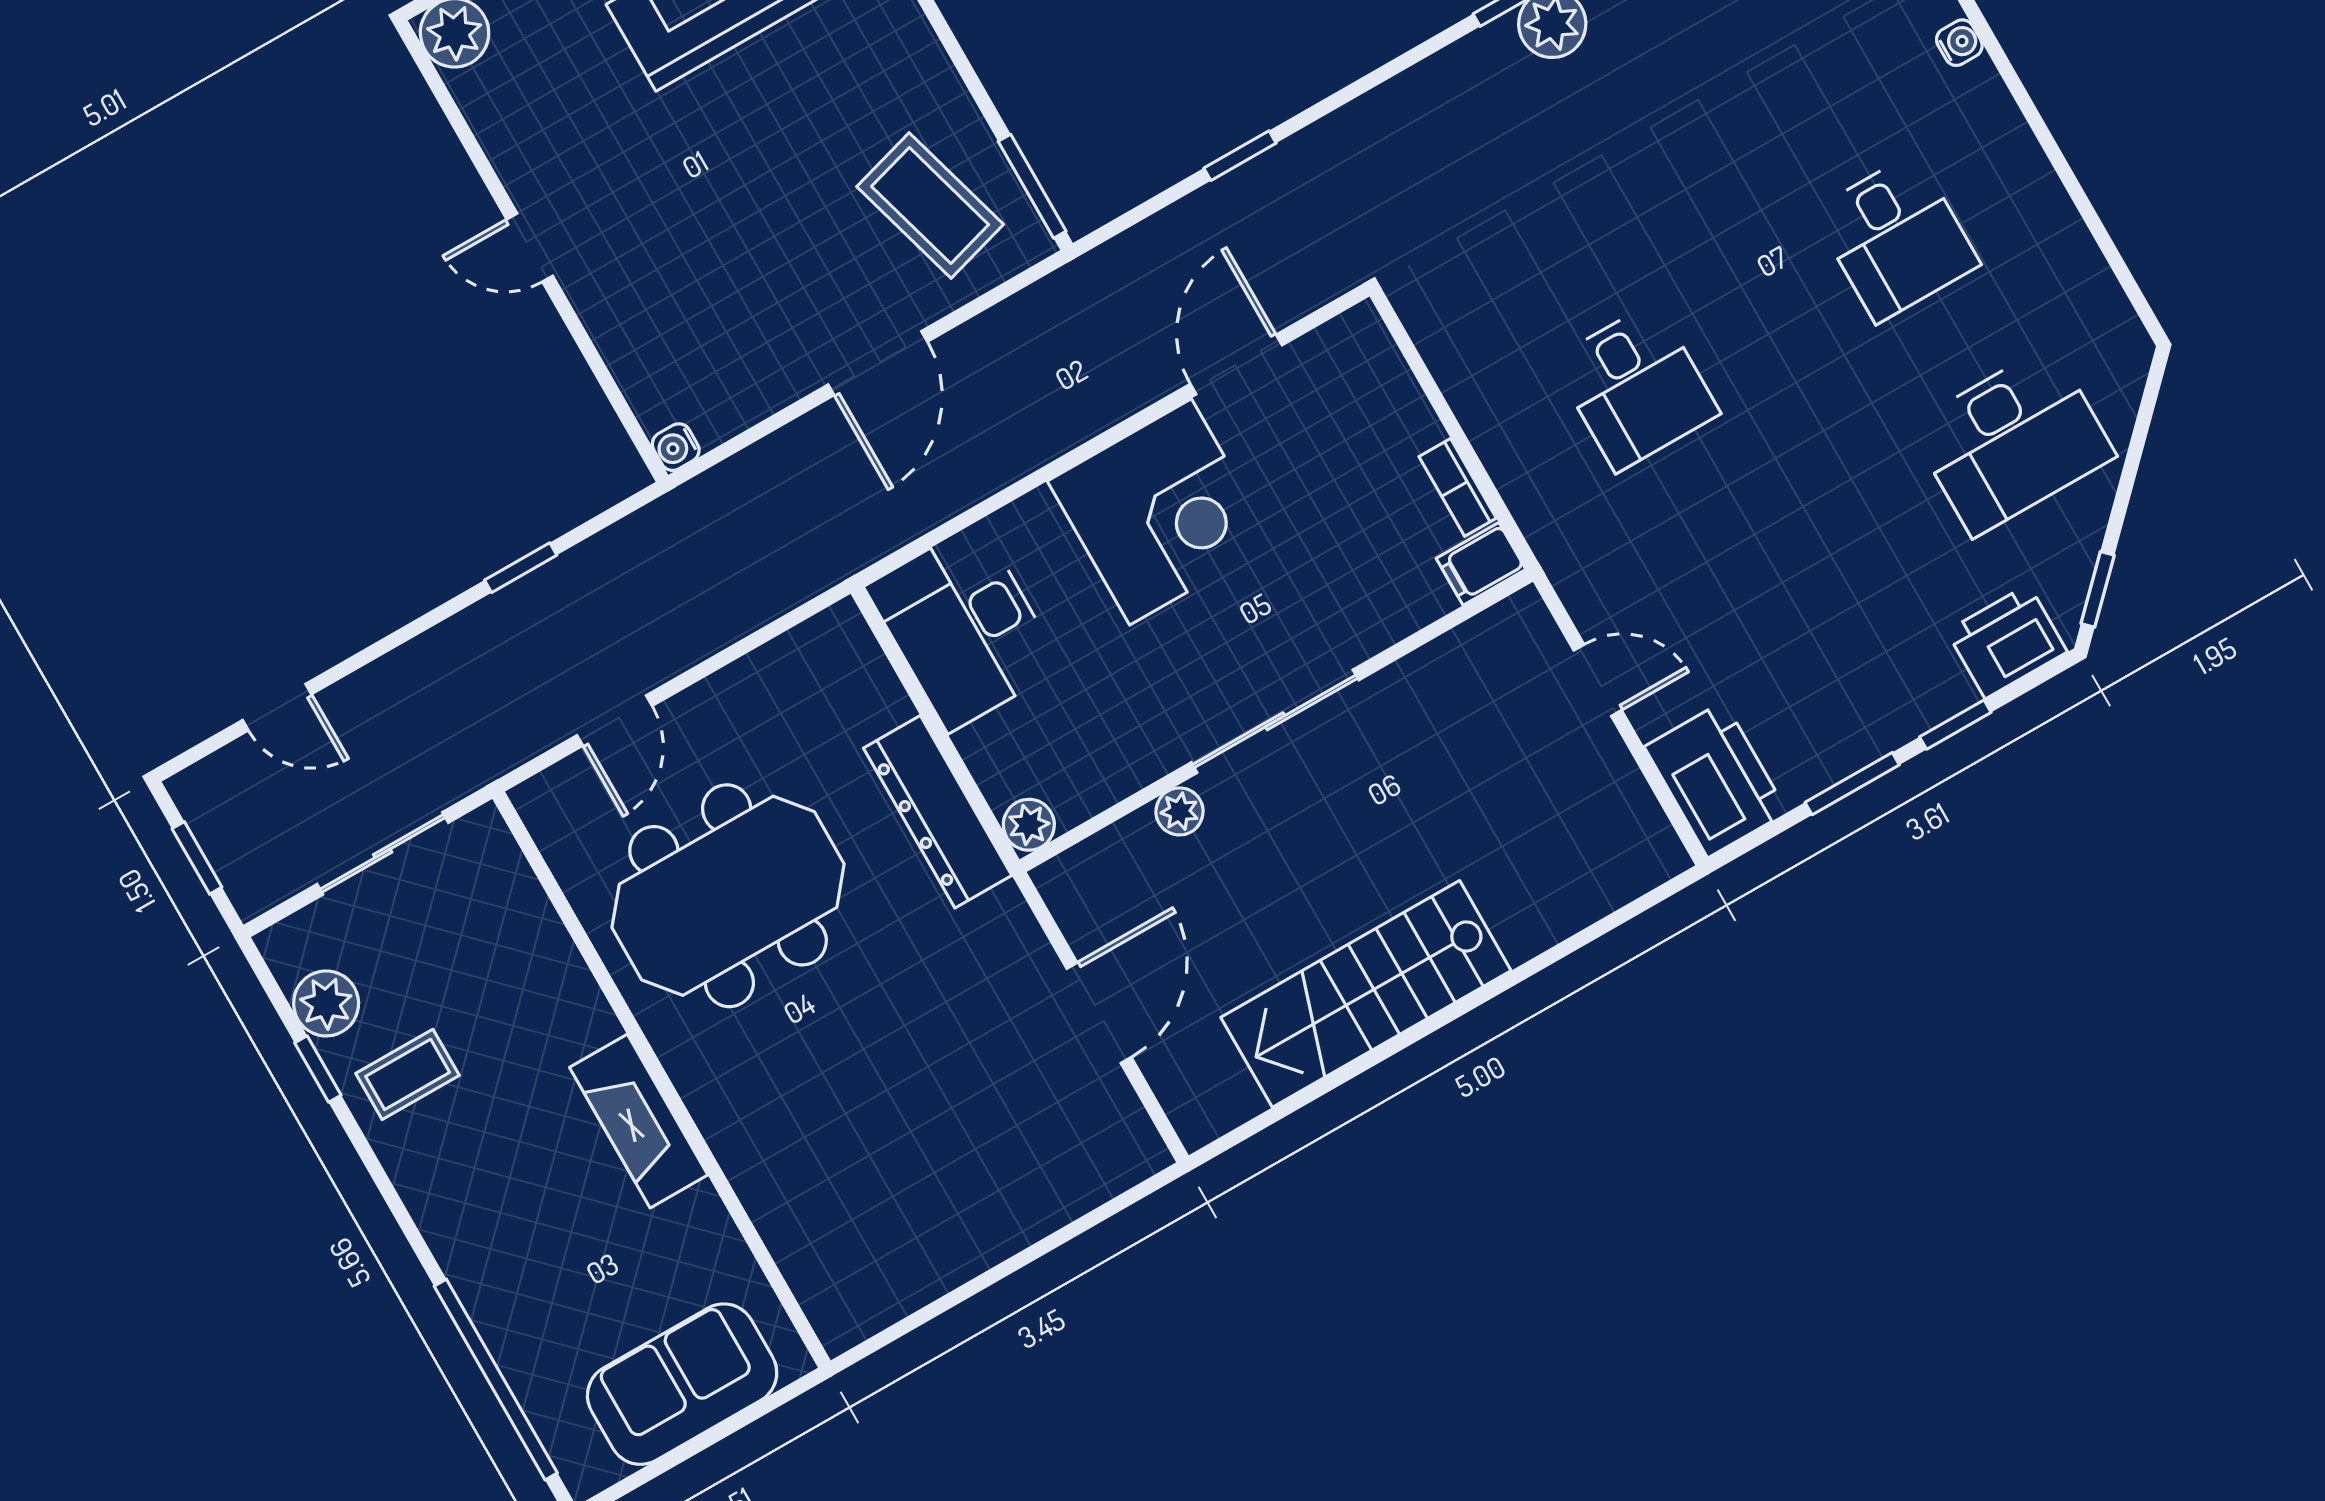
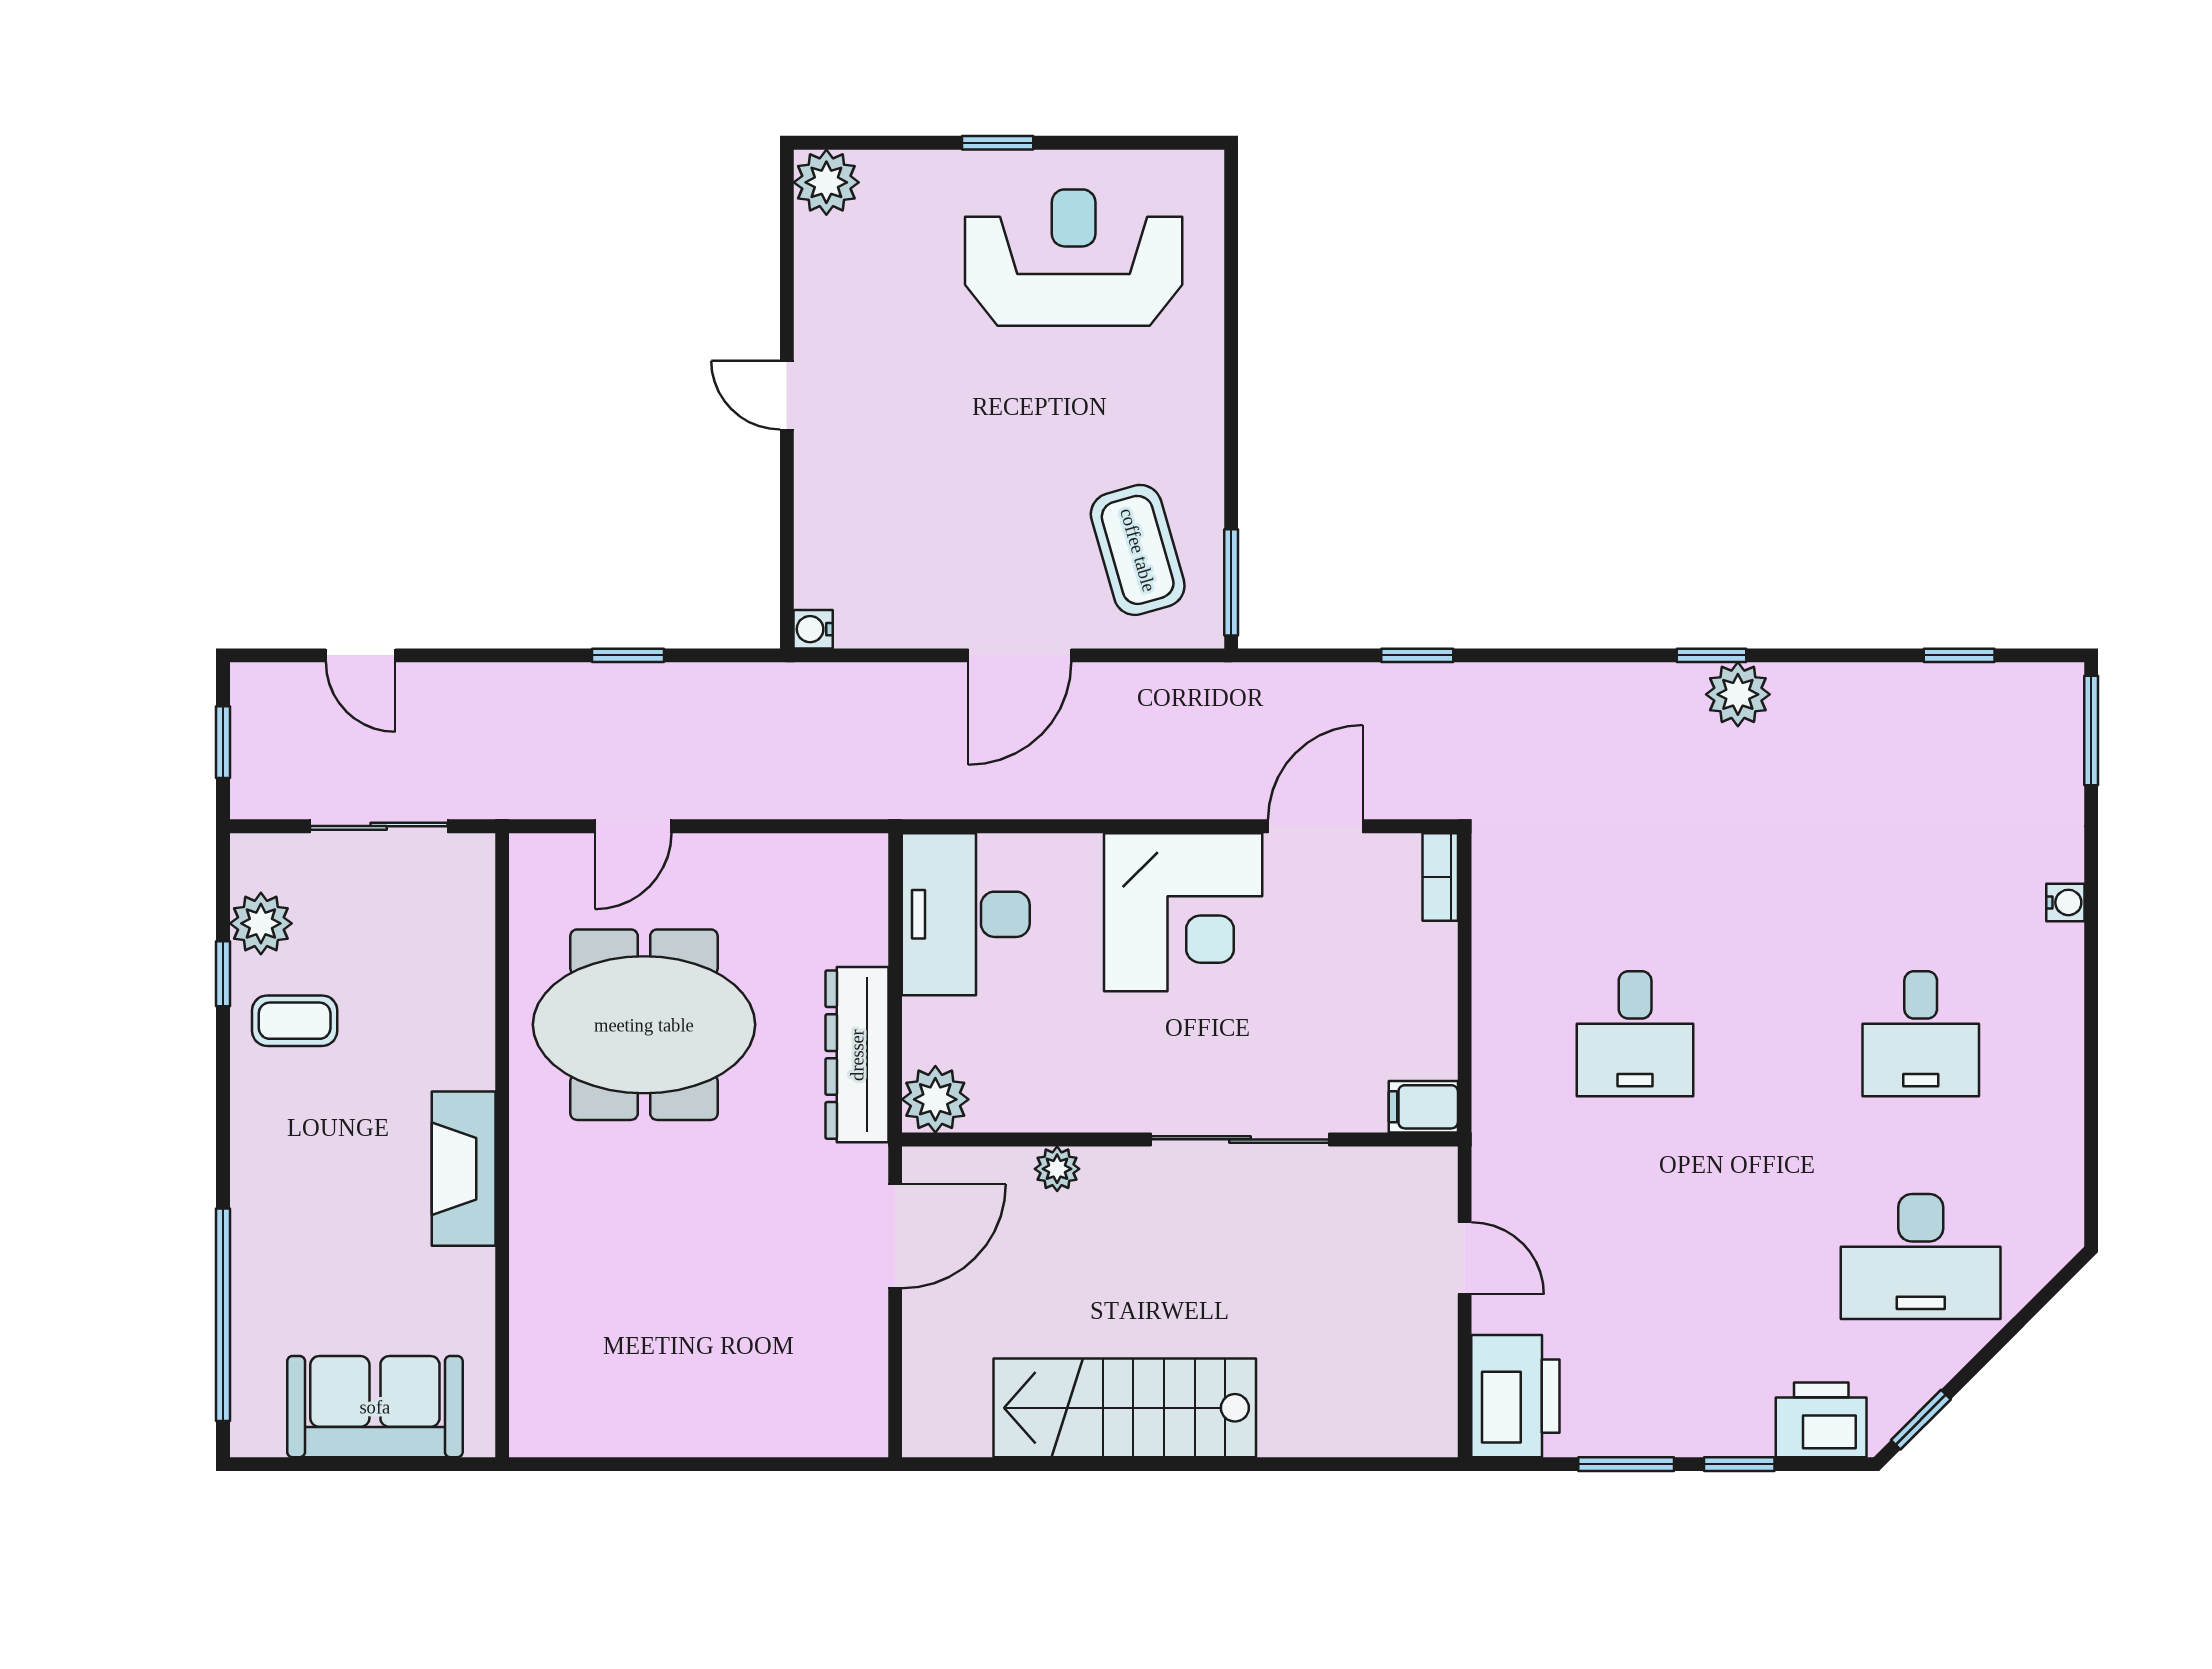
bookcase: (1458, 487) -> (1440, 877), moved
sliding door: (1275, 721) -> (1240, 1139), moved
plant: (1029, 825) -> (935, 1099), width x1.38, depth x1.38
door: (1099, 1013) -> (895, 1236), moved

